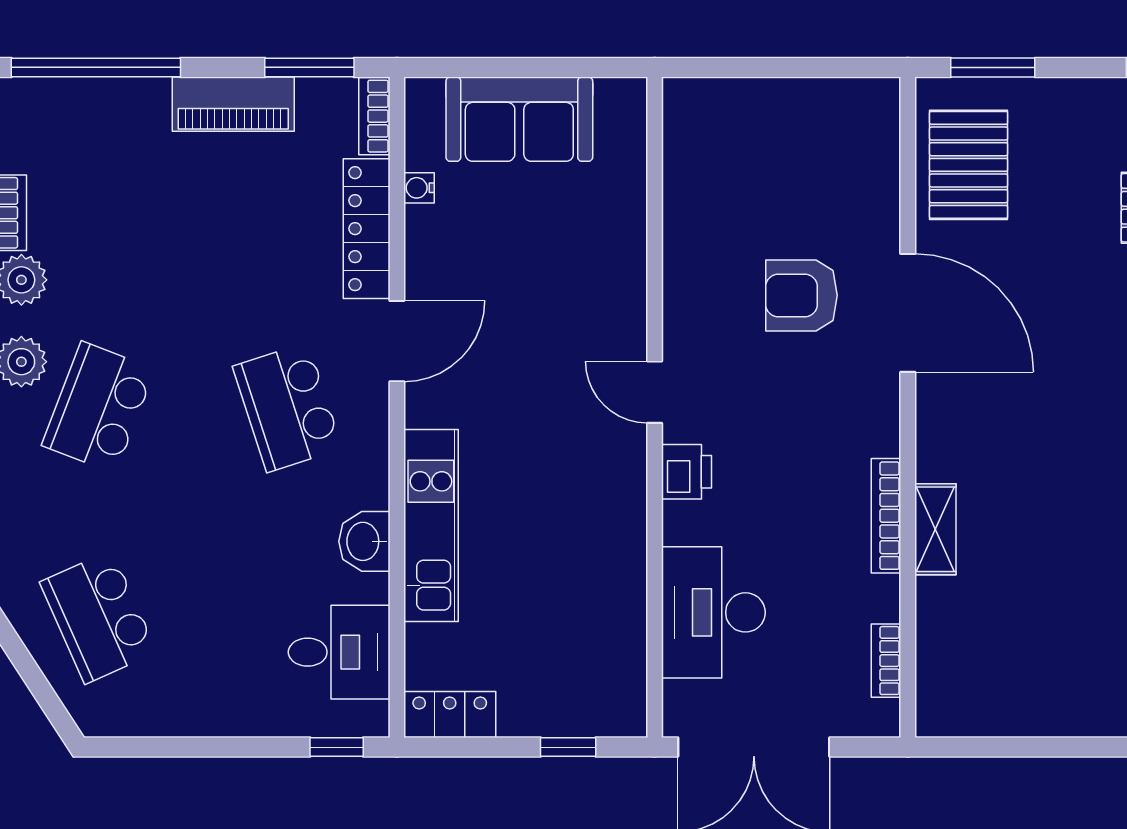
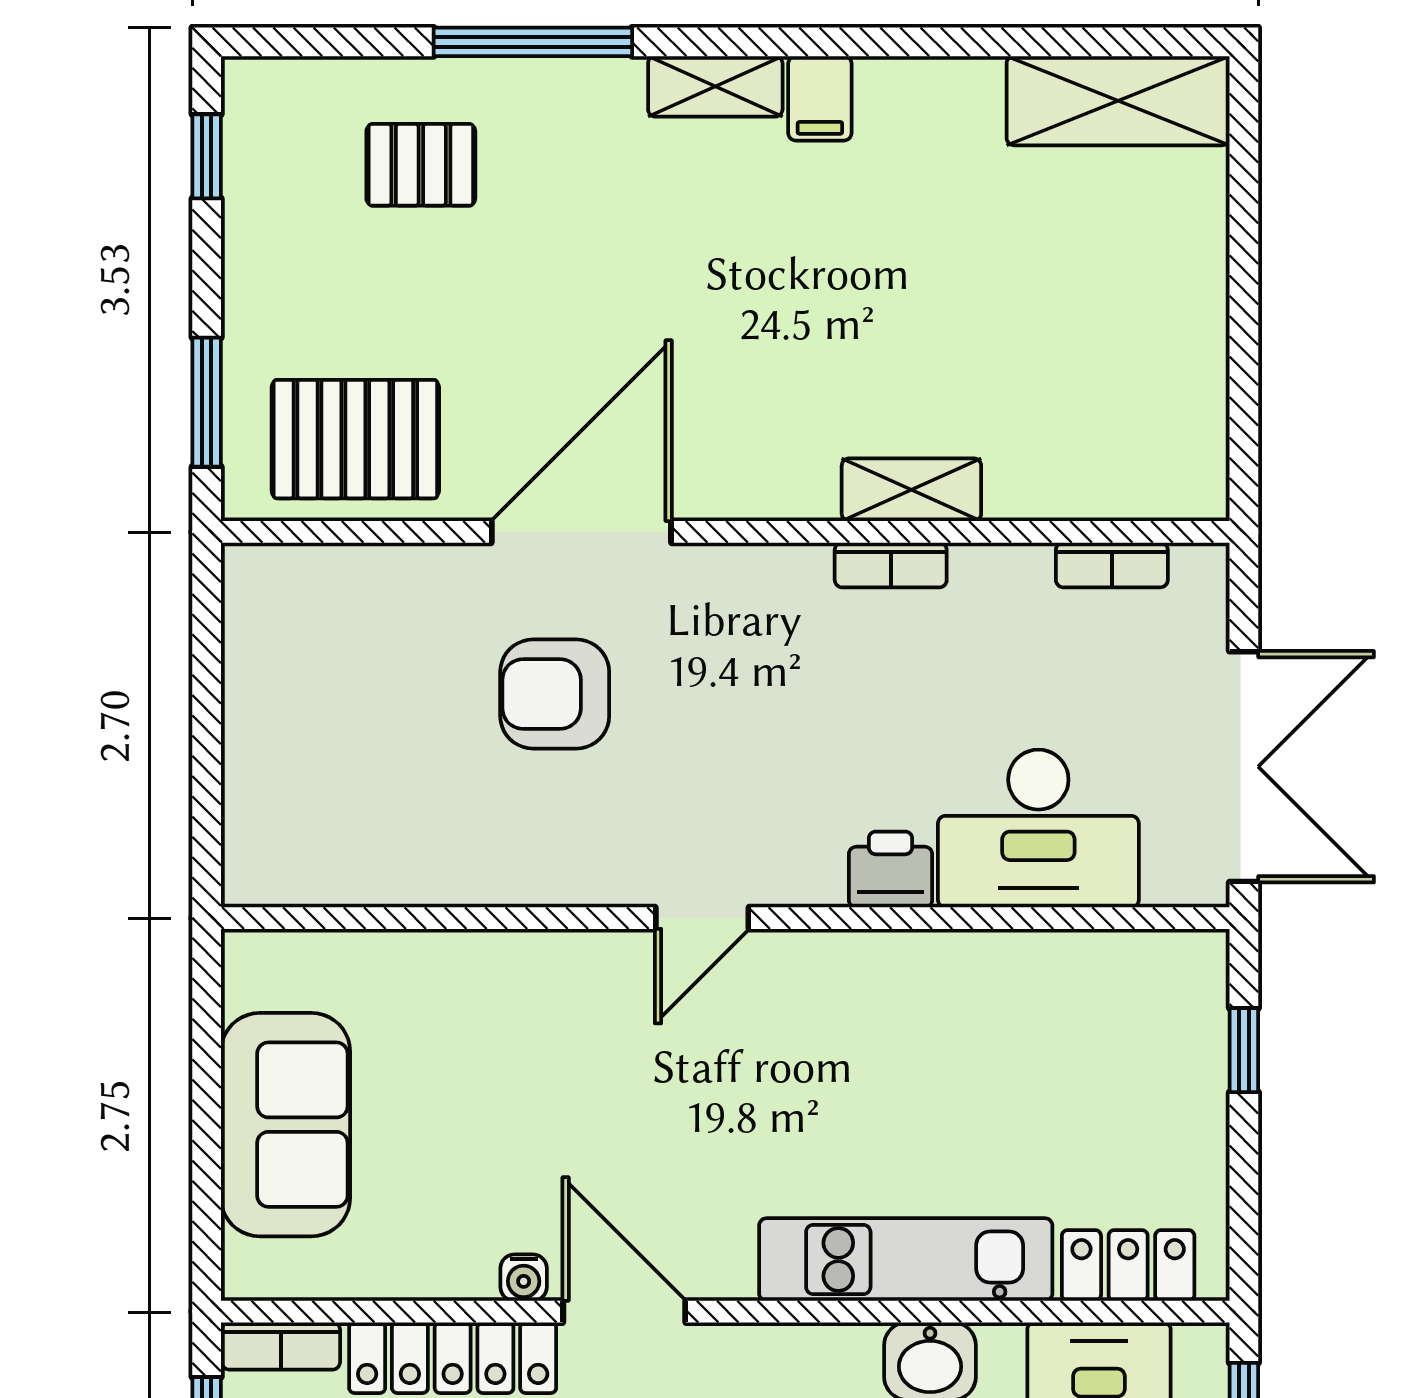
water cooler: (419, 188) -> (524, 1278), moved
armchair: (801, 295) -> (555, 694), turned 90
printer: (687, 472) -> (890, 869), moved
bookcase: (886, 516) -> (891, 565), width x0.64
locker: (450, 715) -> (1128, 1265), moved, turned 90

